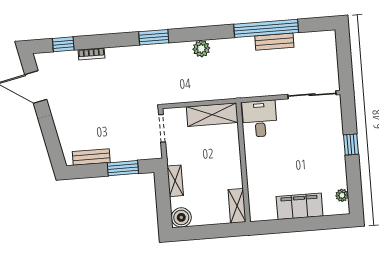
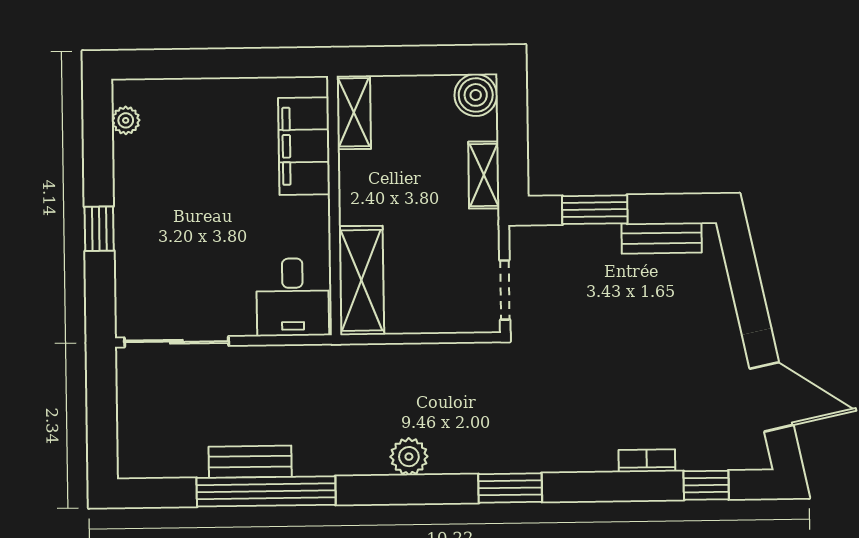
shelving: (212, 115) -> (361, 280), moved, turned 90
filing cabinet: (300, 206) -> (304, 146), moved, turned 90

